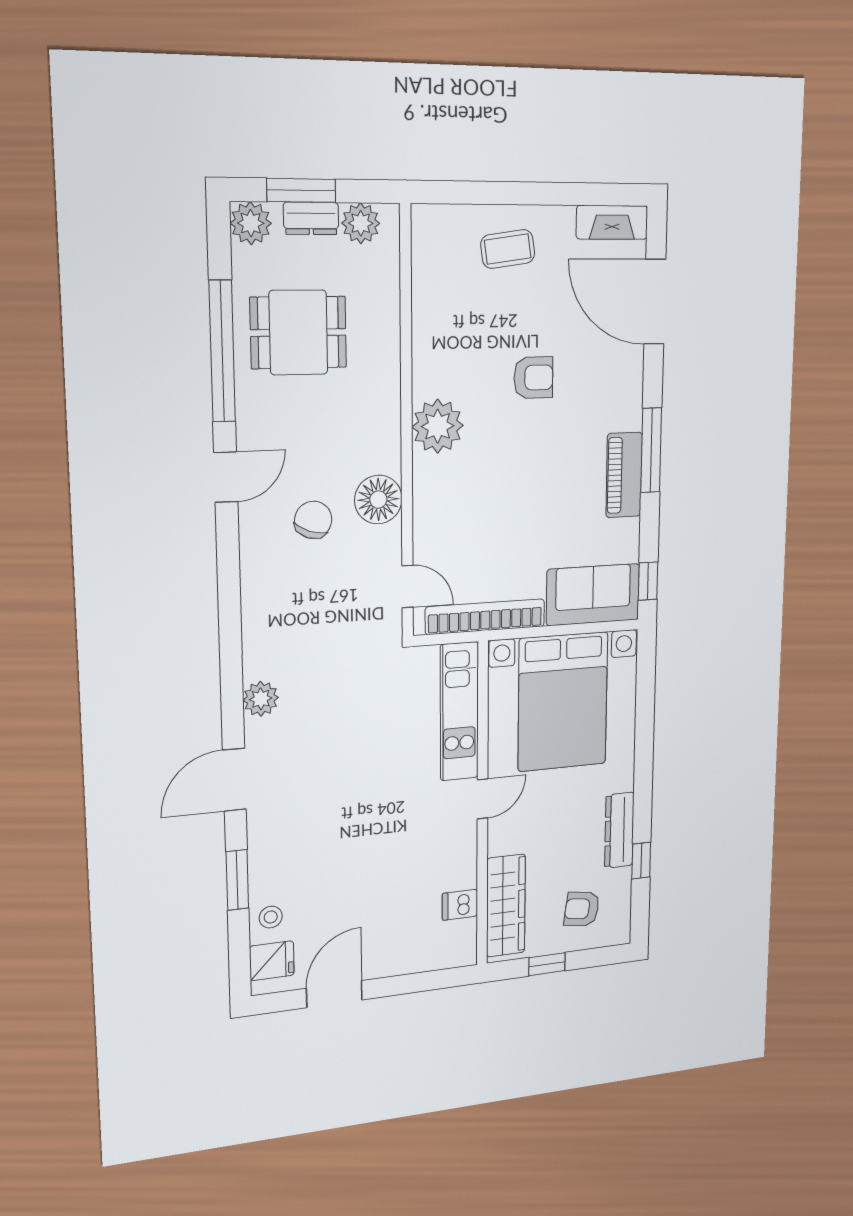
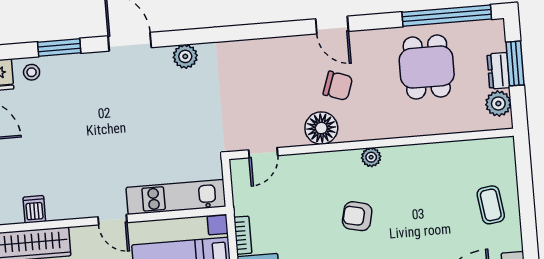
plant: (251, 223) -> (492, 32), removed
window: (222, 351) -> (447, 16), moved
armchair: (533, 378) -> (357, 216), moved, turned 103
plant: (438, 426) -> (371, 157), width x0.53, depth x0.53
chair: (313, 520) -> (338, 86), moved
bookcase: (485, 617) -> (243, 235), width x0.43, depth x0.76

